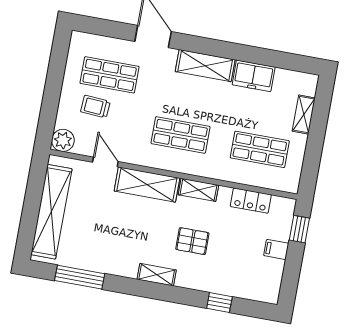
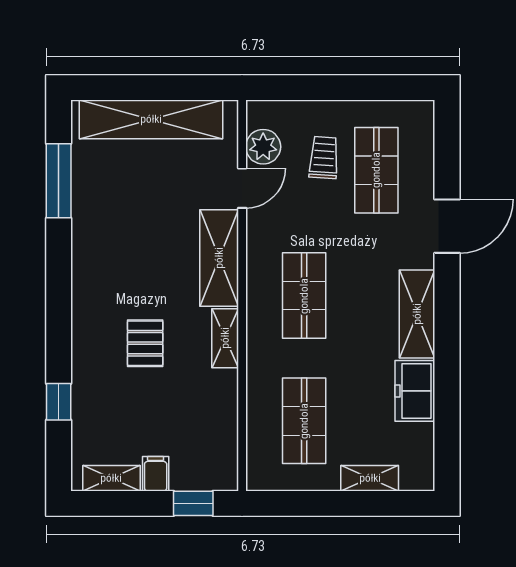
plant: (63, 140) -> (263, 147), moved
locker: (251, 201) -> (223, 421), removed
shelving: (157, 275) -> (111, 478), moved, turned 90

